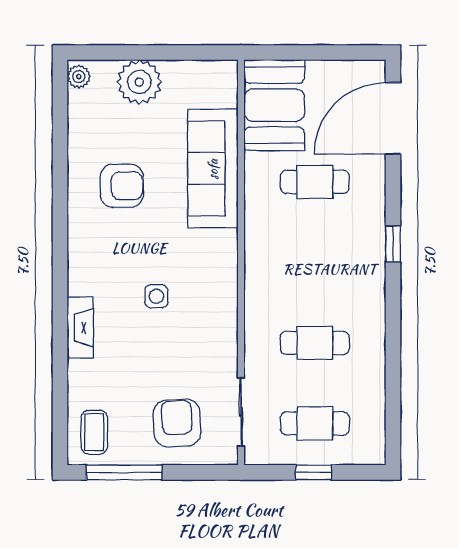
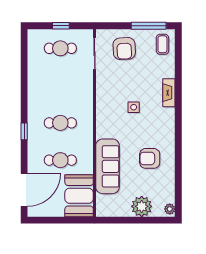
cafe table: (315, 343) -> (60, 123), moved

